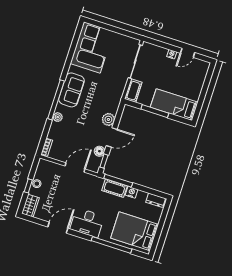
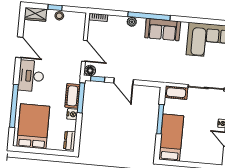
plant: (108, 119) -> (141, 74), removed
floor lamp: (99, 151) -> (90, 71), moved

